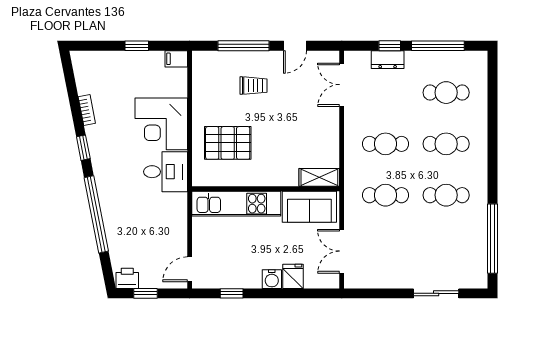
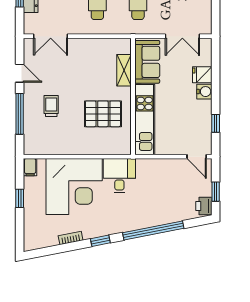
corner desk: (161, 124) -> (74, 186), width x1.36, depth x1.36
pallet: (228, 143) -> (103, 114), moved, turned 90
shelving: (319, 177) -> (124, 70), moved

